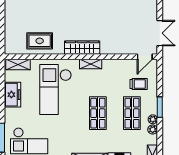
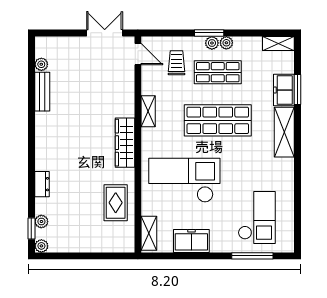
shelving: (91, 64) -> (148, 111), moved
checkout: (56, 90) -> (184, 180), turned 180
shop shelf: (98, 113) -> (218, 120), width x1.43, depth x1.36
plant: (153, 130) -> (212, 43), moved

